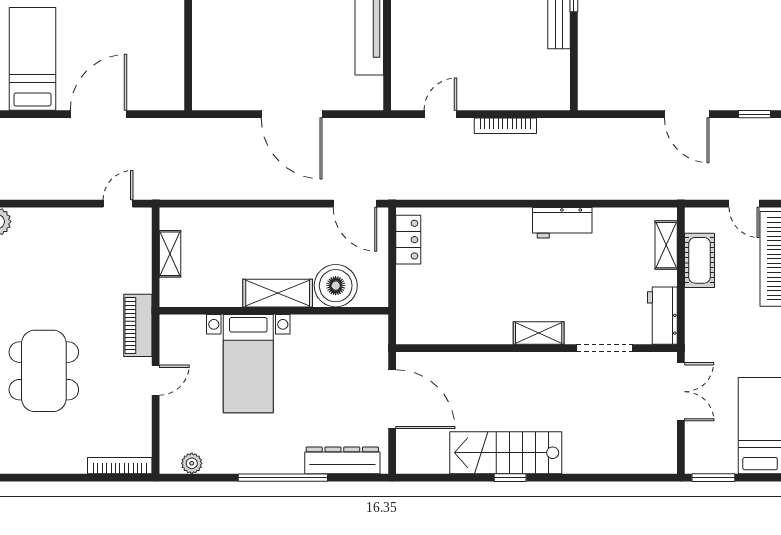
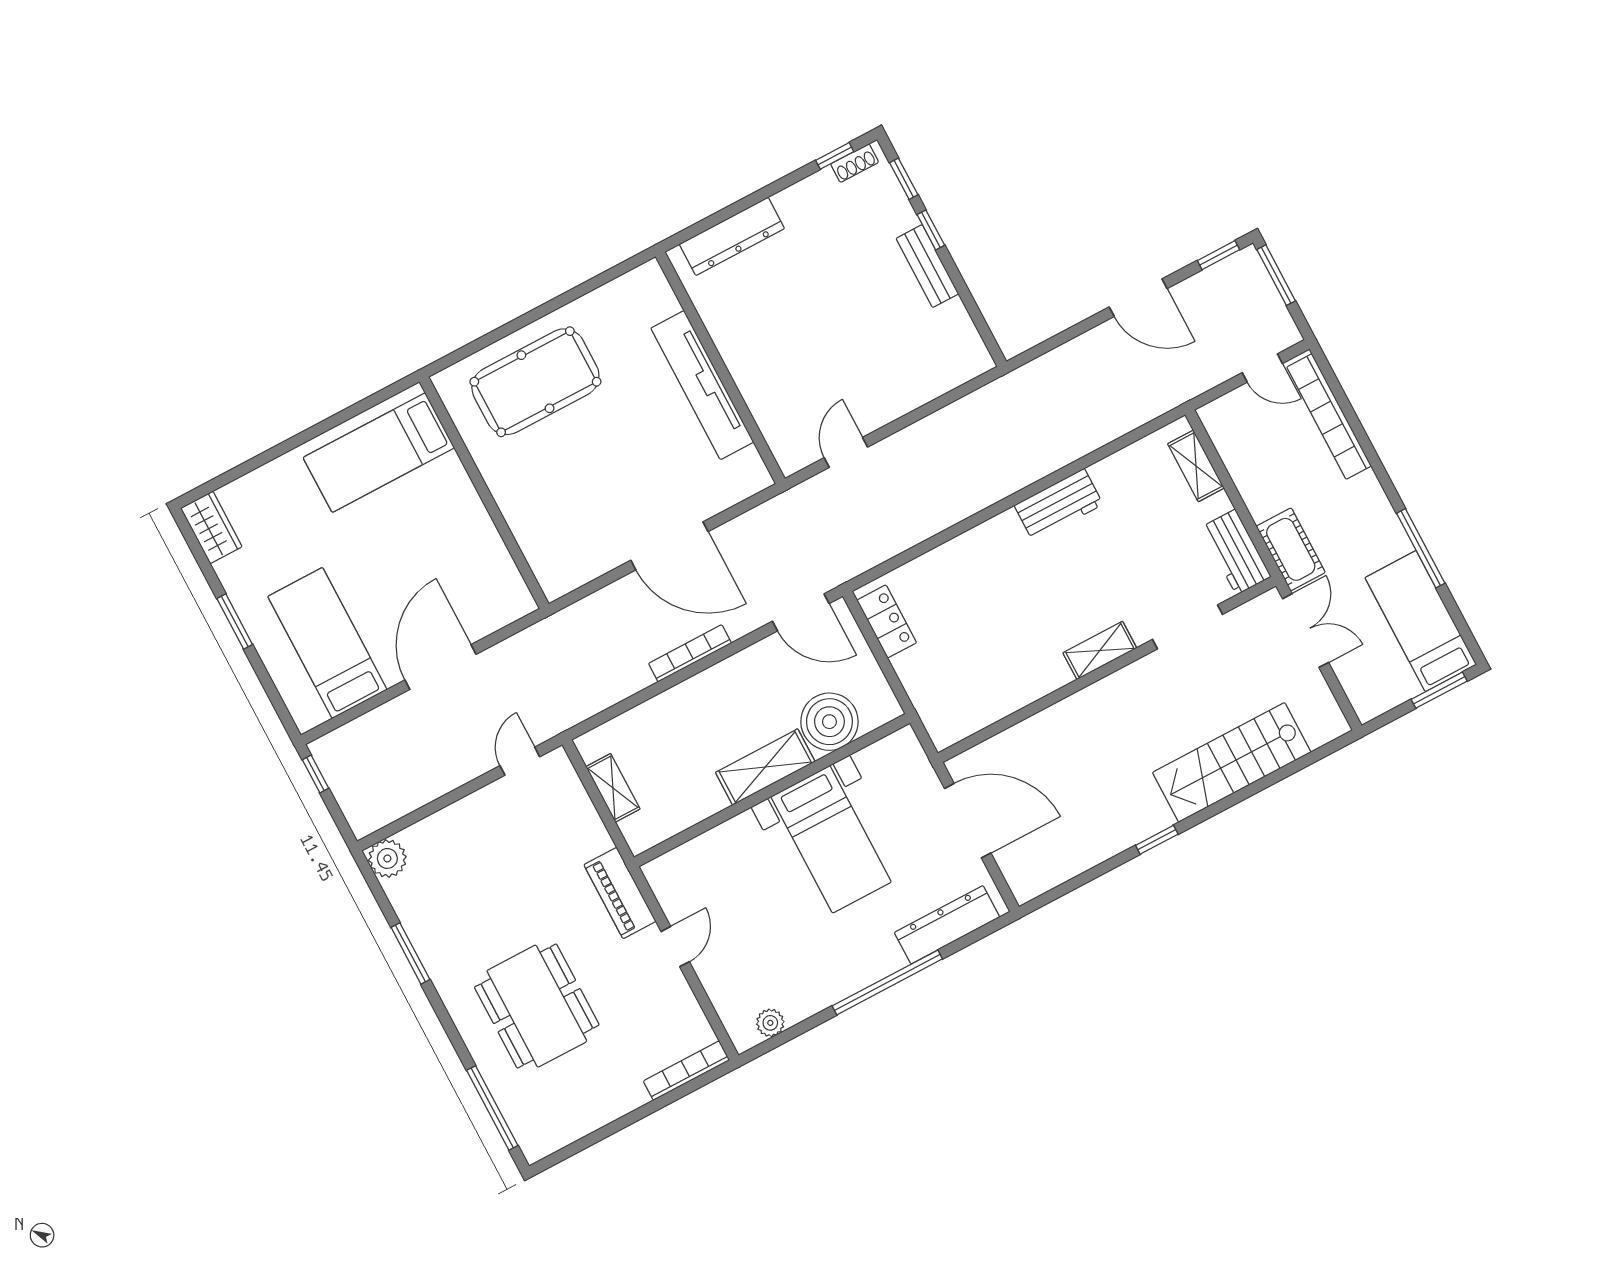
bookcase: (505, 126) -> (690, 653), moved, turned 180
cot: (700, 260) -> (1291, 549), moved
bed with nightstands: (248, 364) -> (831, 839), moved
stairs: (506, 453) -> (1232, 762), moved
window: (713, 478) -> (1439, 690), moved

